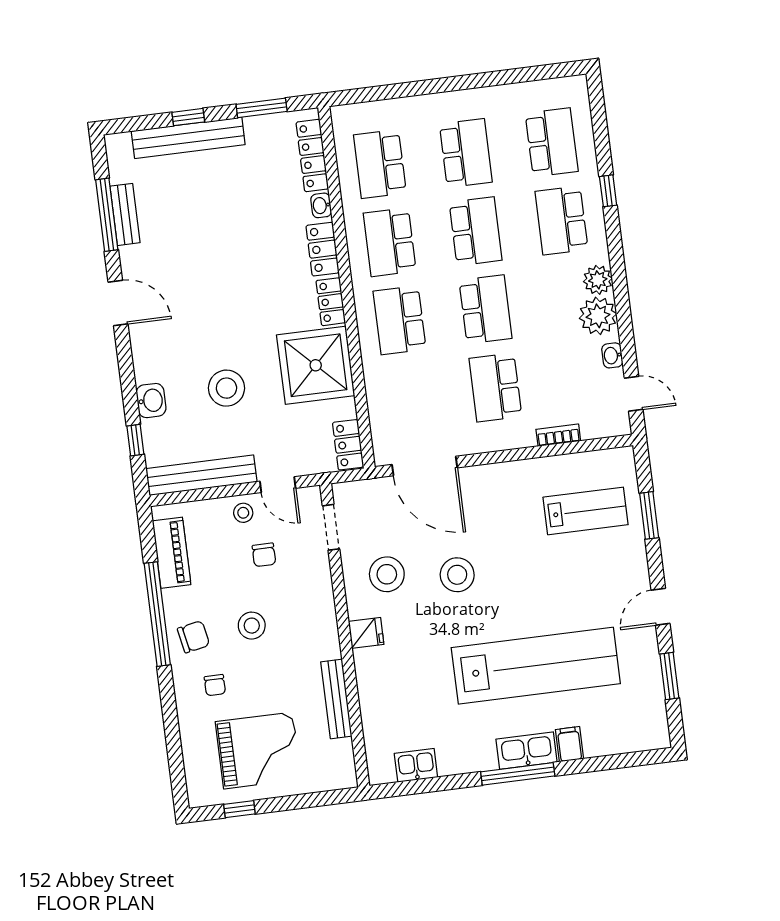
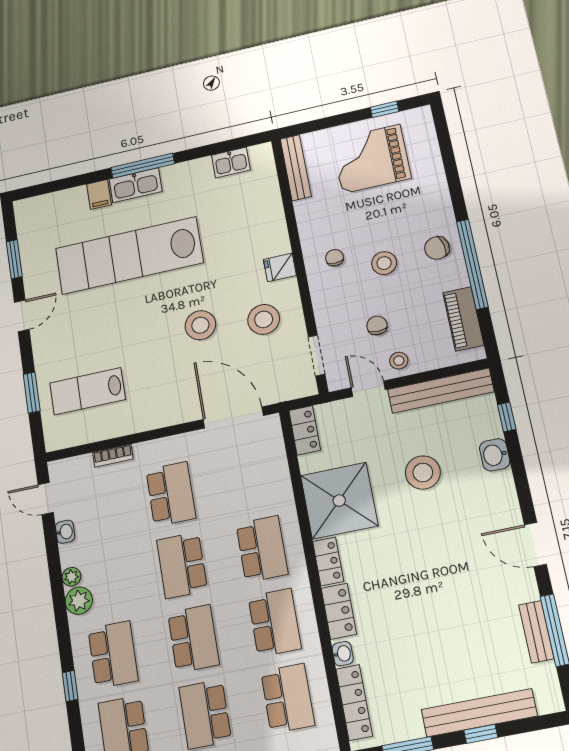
school desk: (476, 231) -> (193, 639), turned 180
plant: (598, 316) -> (71, 577), width x0.53, depth x0.53
chair: (215, 685) -> (335, 258), moved
bench: (336, 699) -> (296, 168), moved

